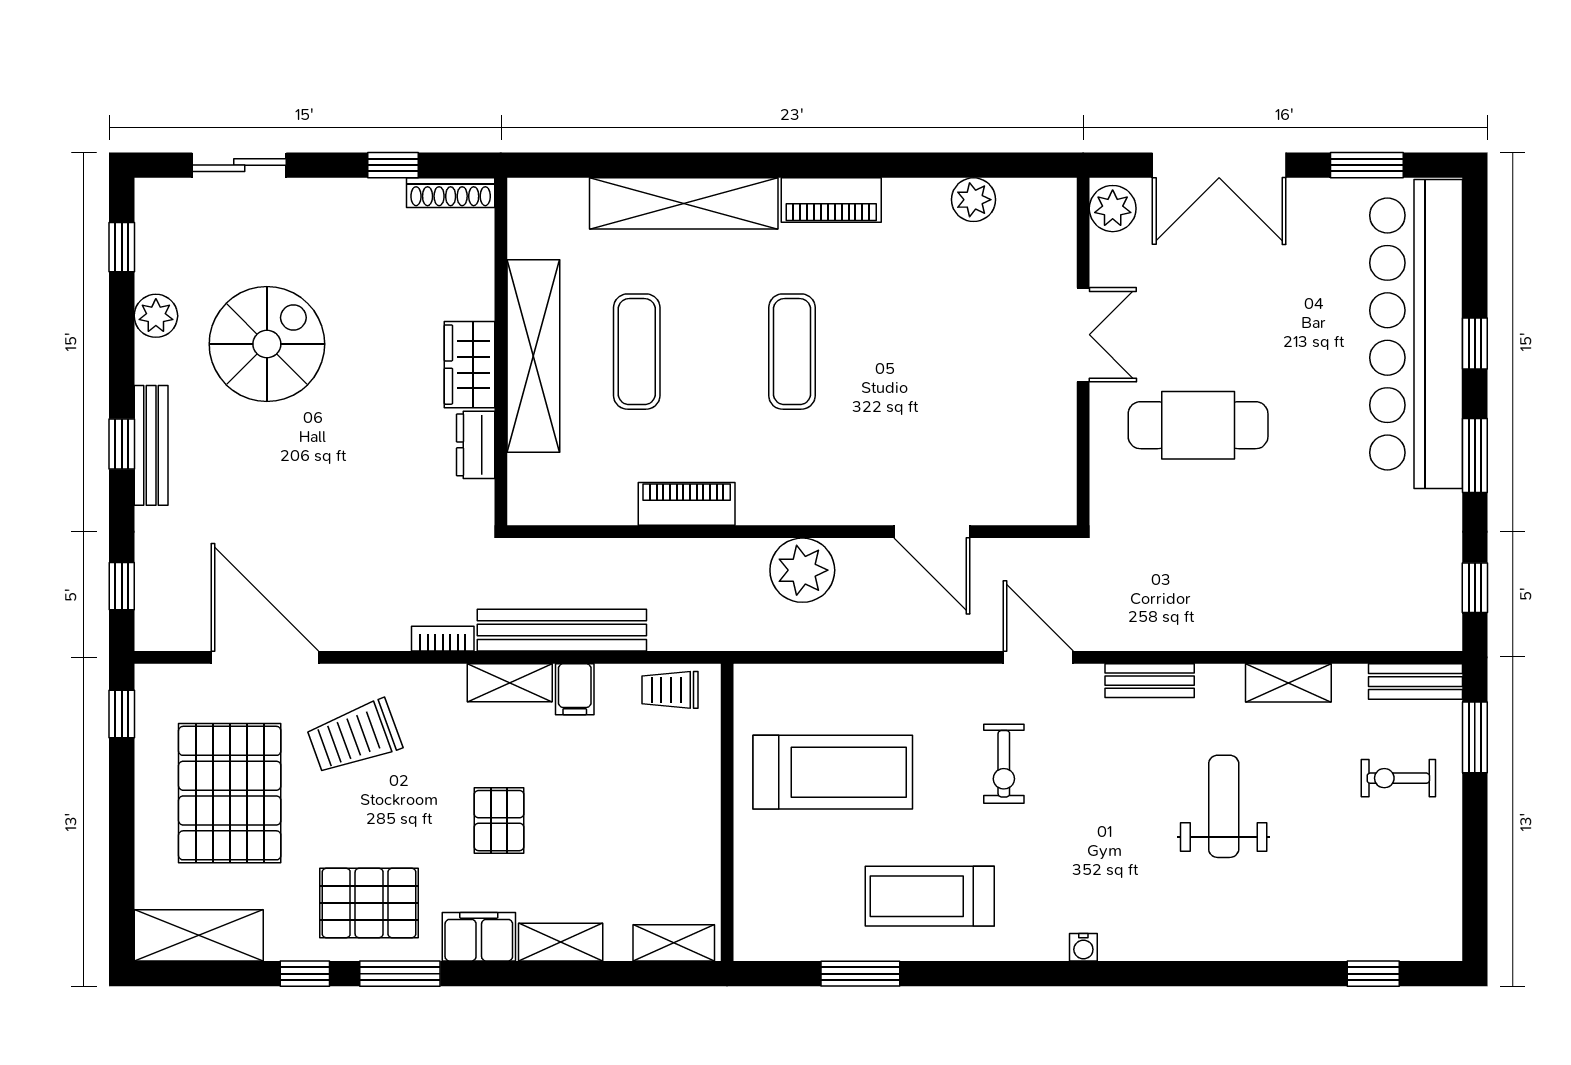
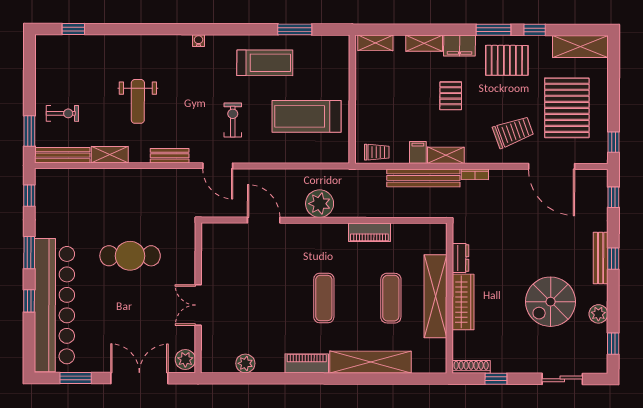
wardrobe: (469, 365) -> (463, 302), width x1.50
cafe table: (1198, 425) -> (130, 256), moved
bench: (1415, 682) -> (62, 155), width x1.36

